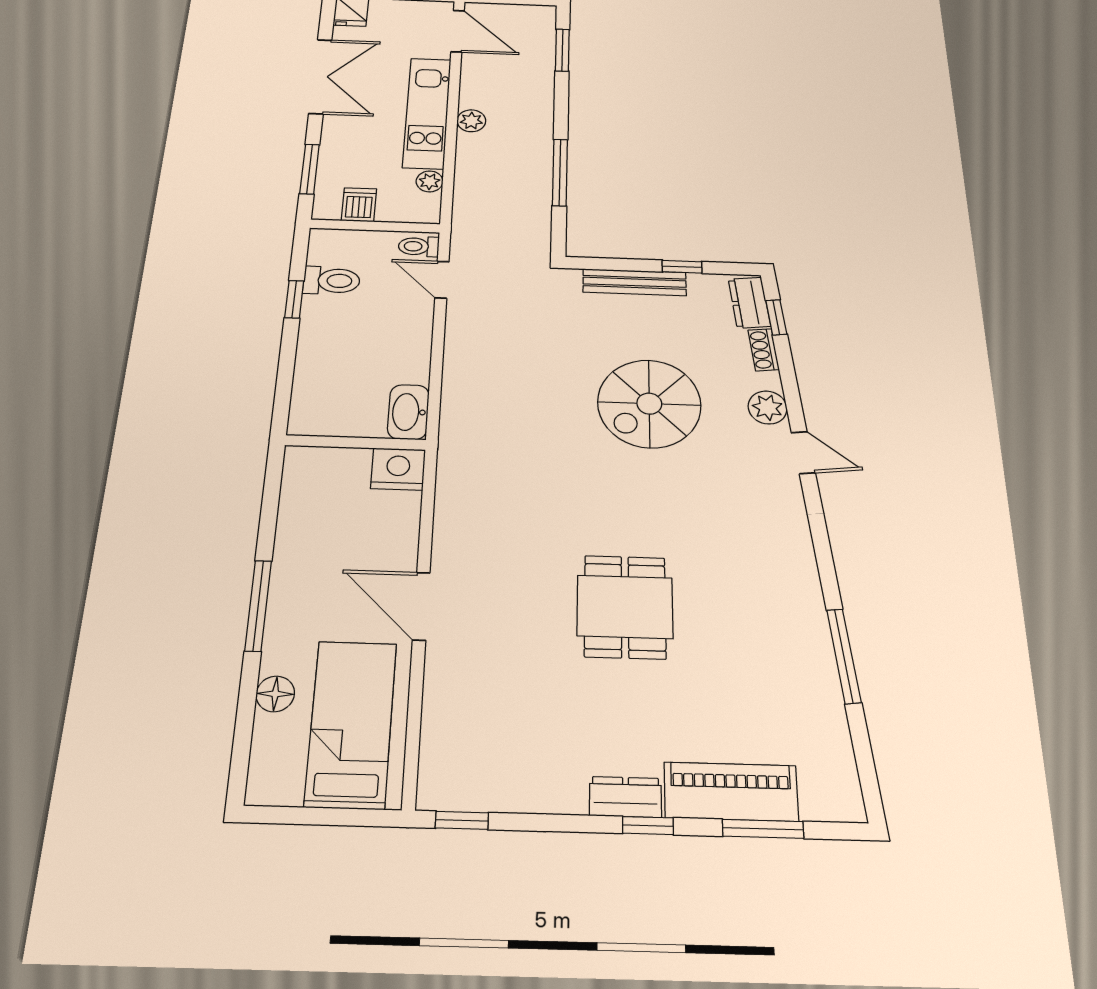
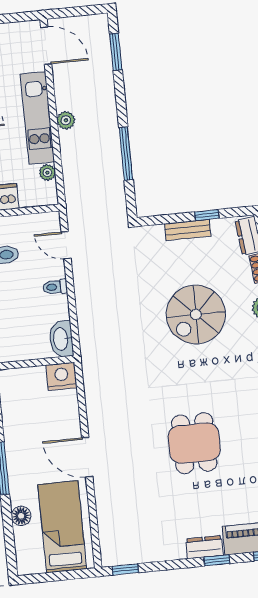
toilet: (419, 246) -> (55, 287), moved
bench: (635, 282) -> (188, 230), width x0.73

